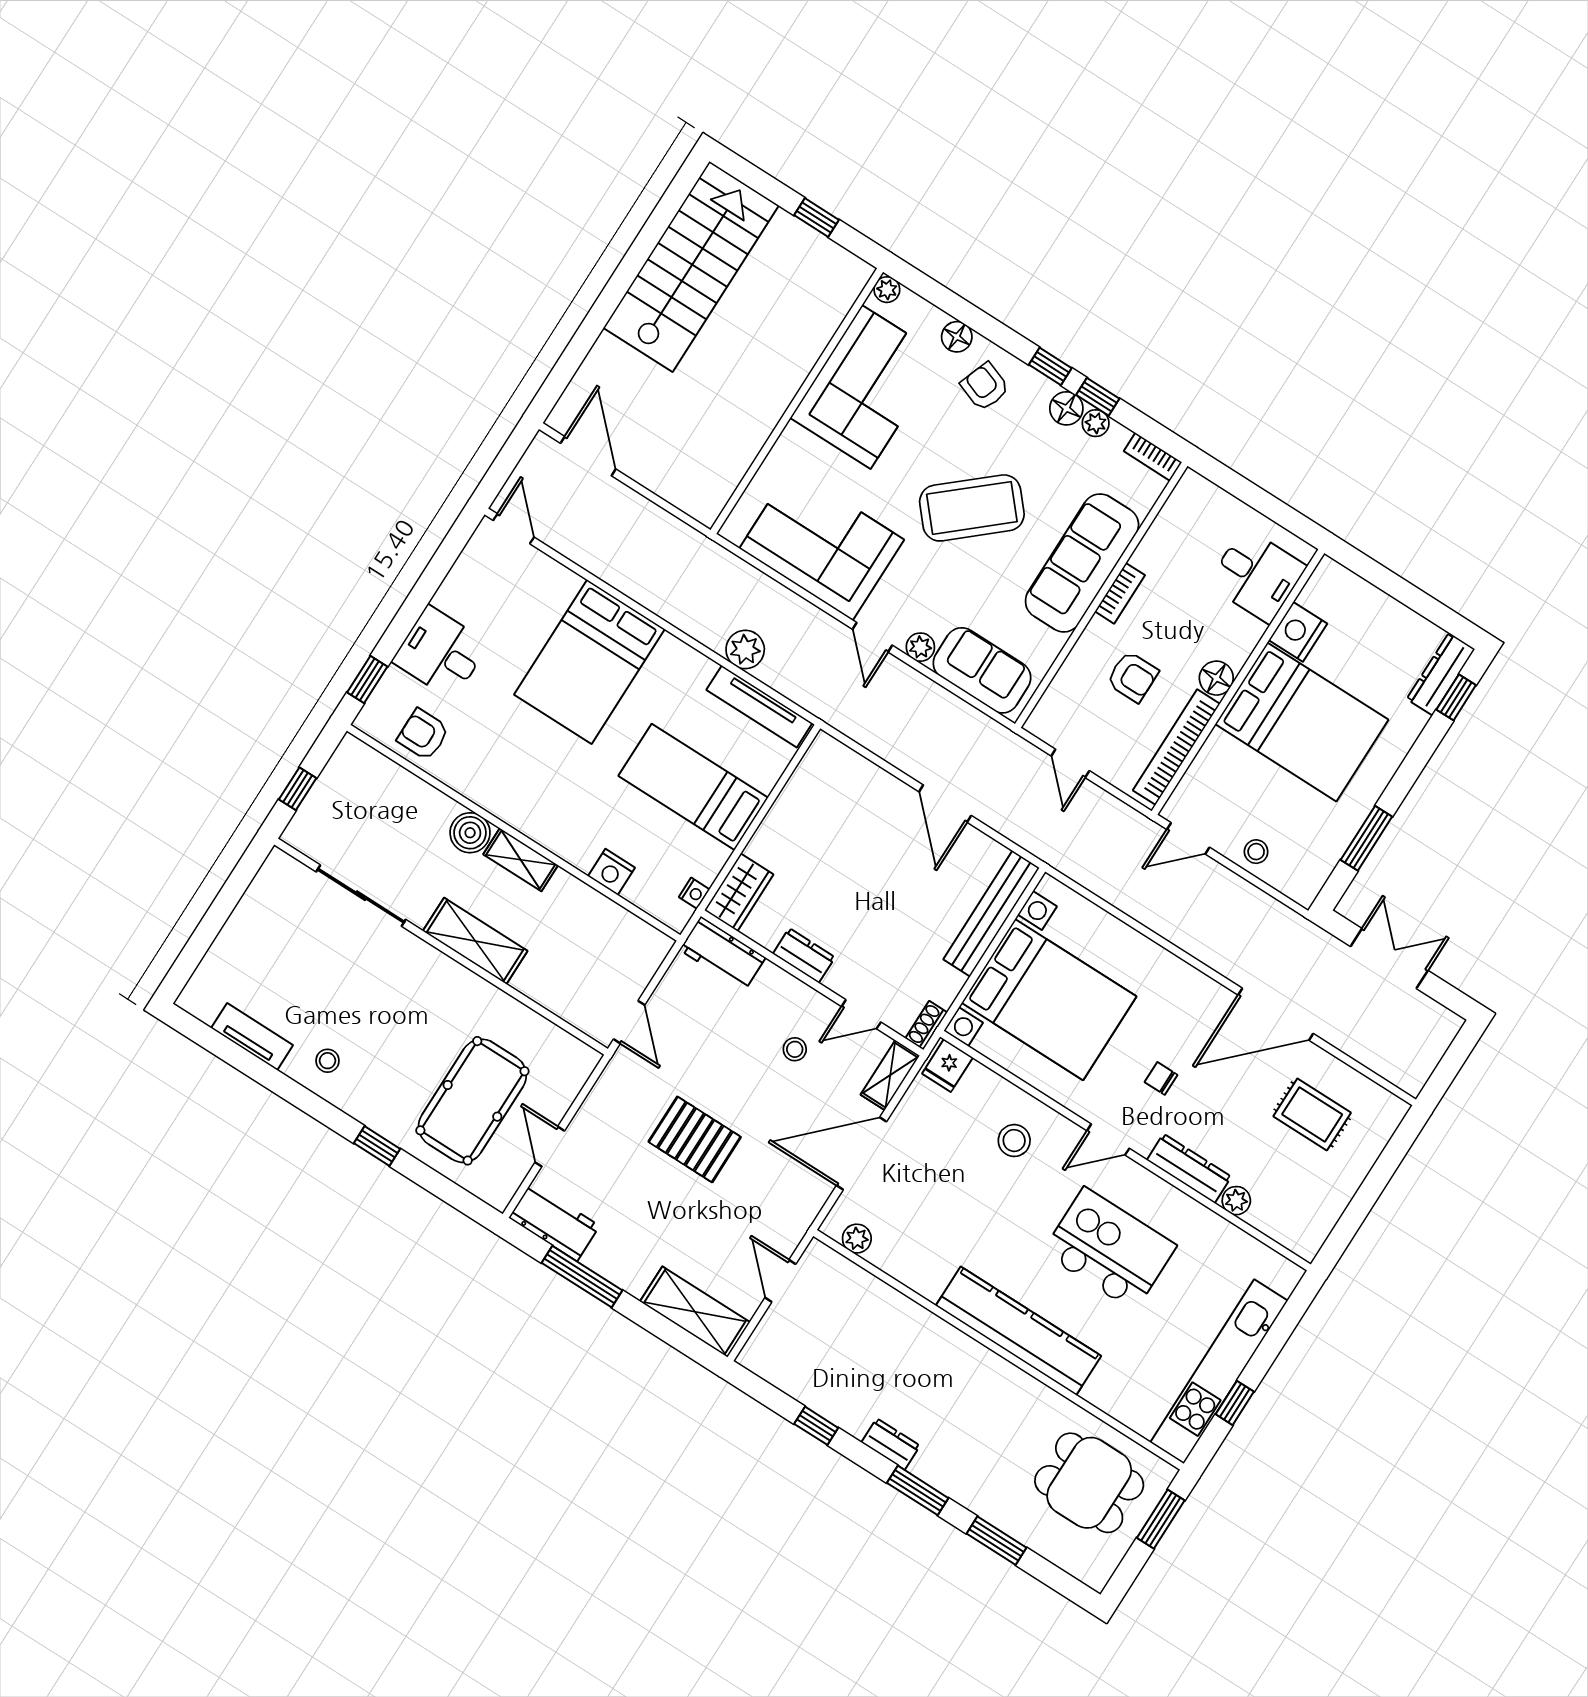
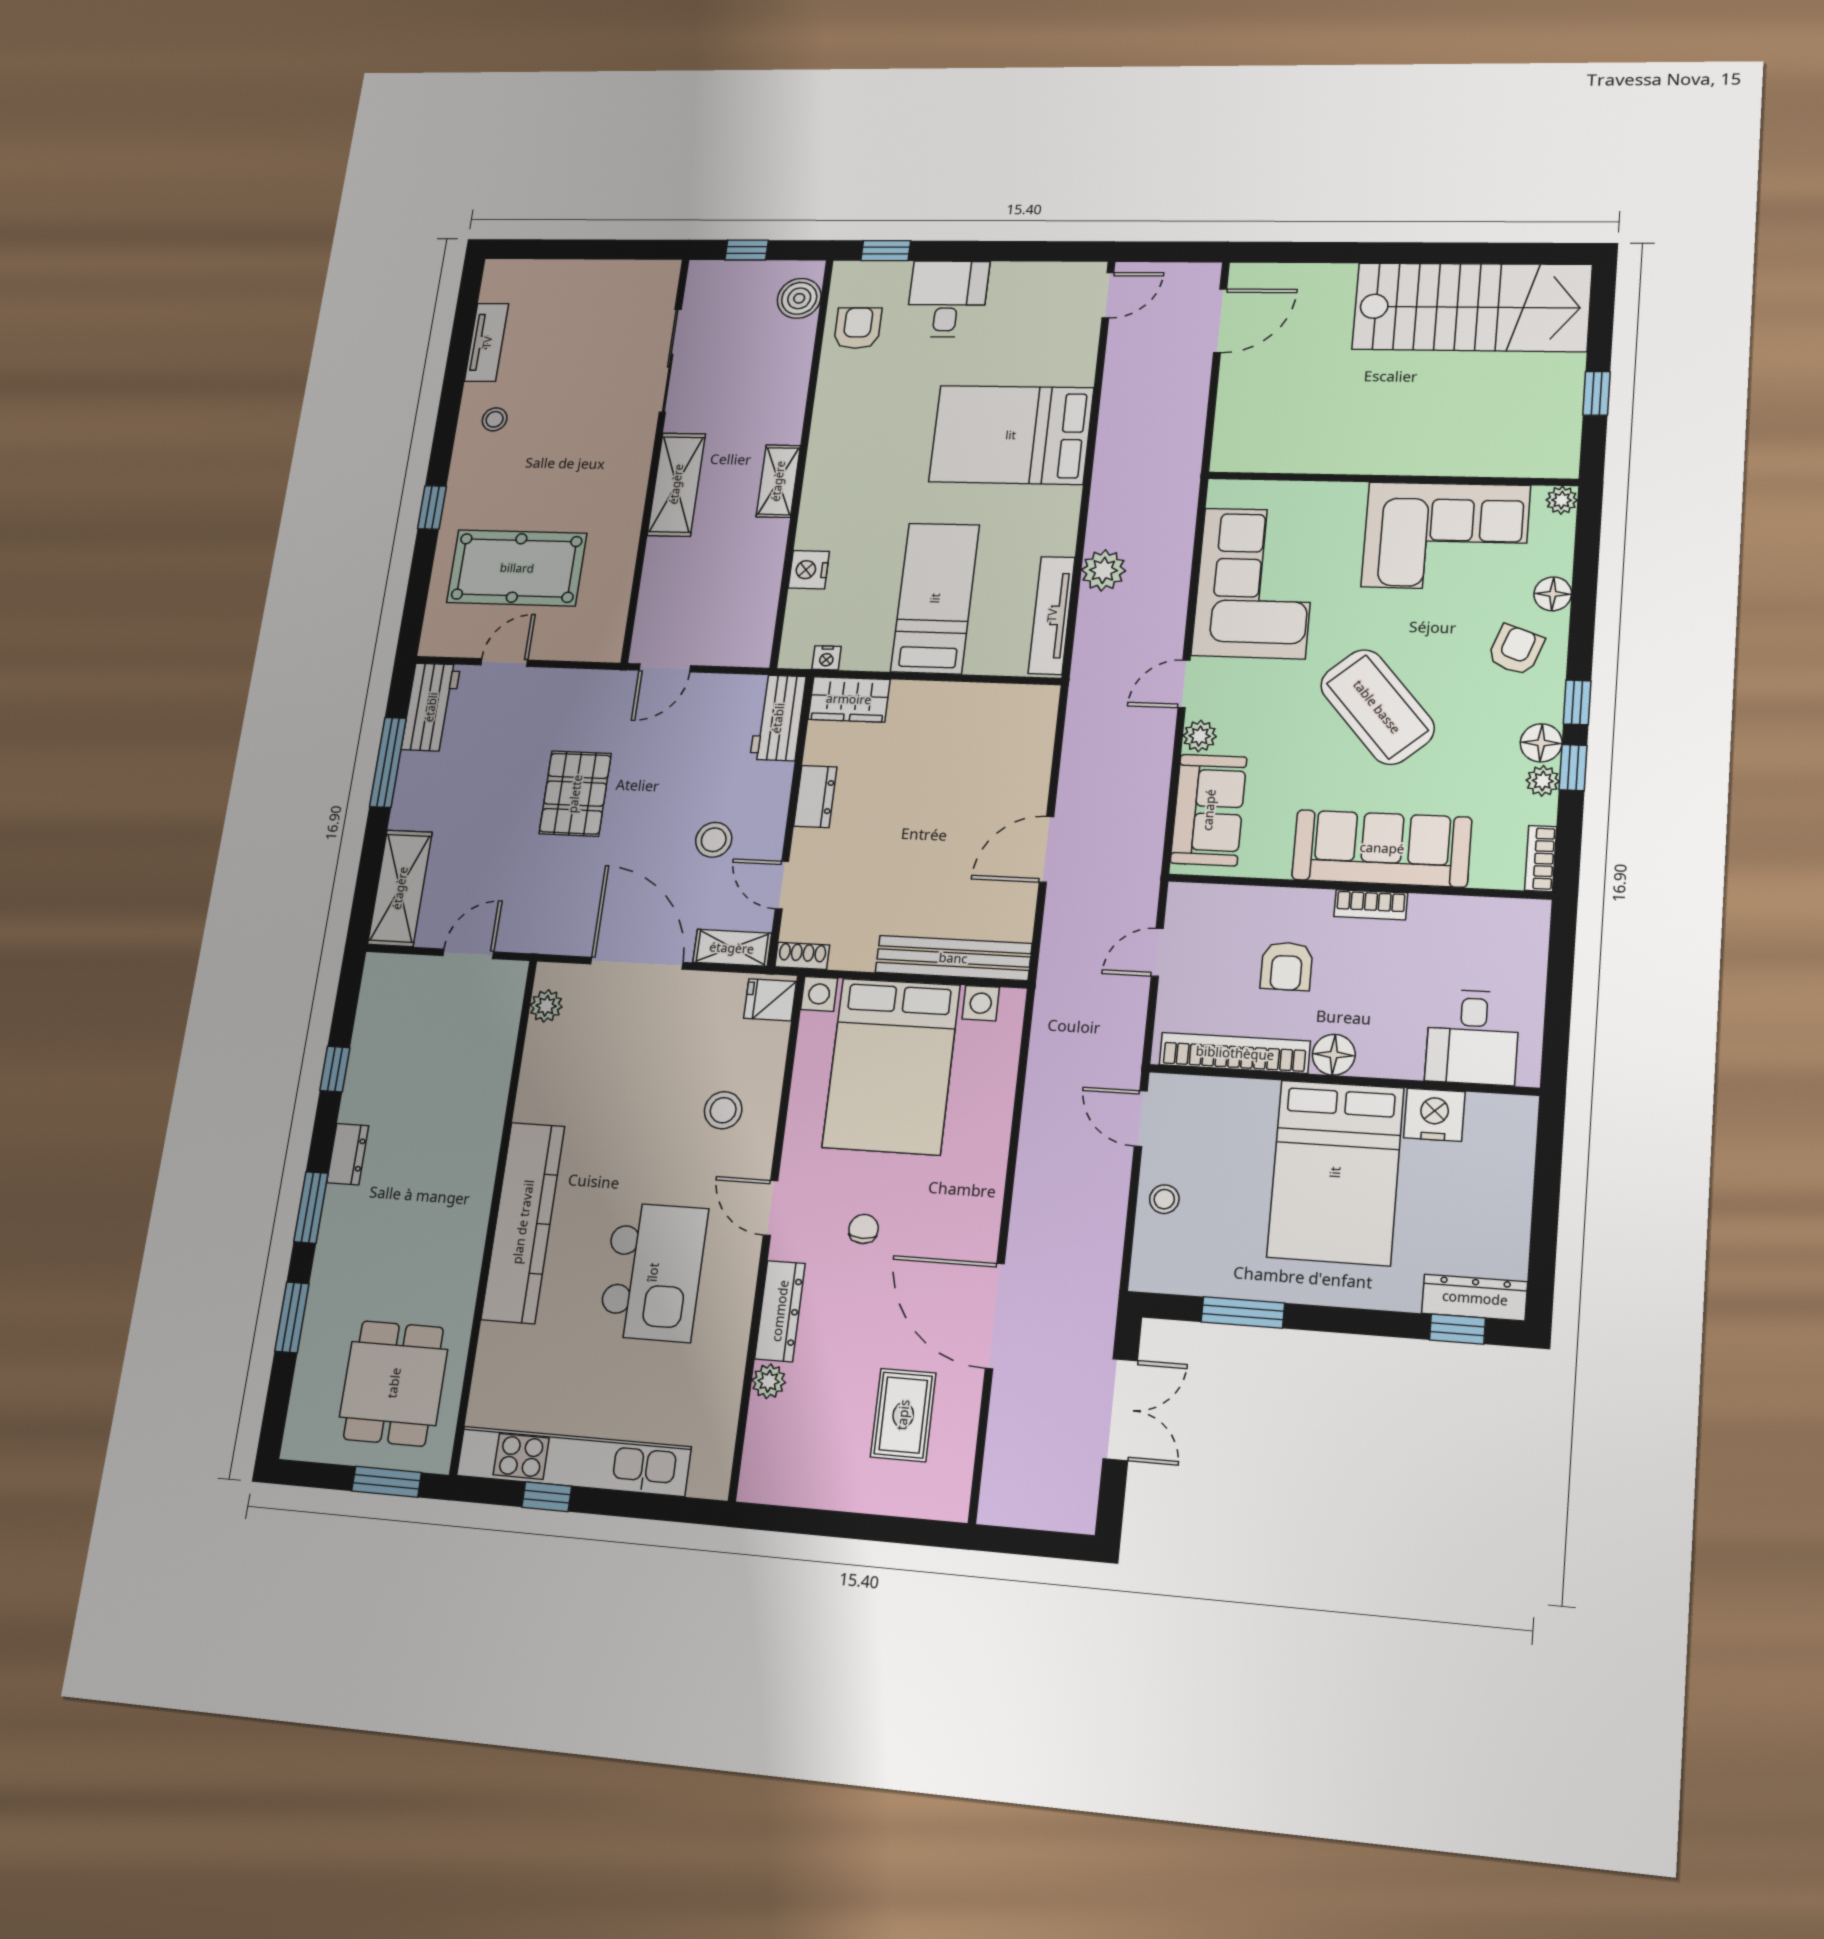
boiler: (470, 833) -> (799, 298), moved
stool: (795, 1049) -> (714, 840), width x1.37, depth x1.37

